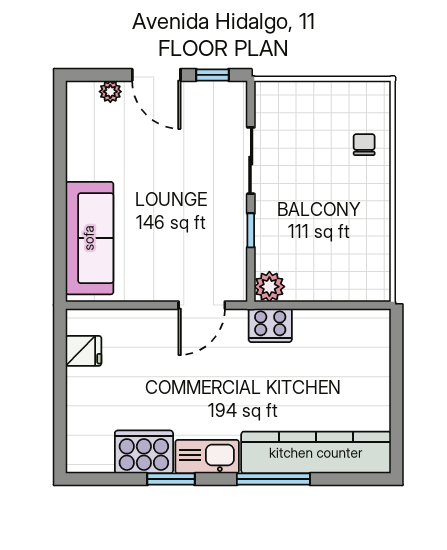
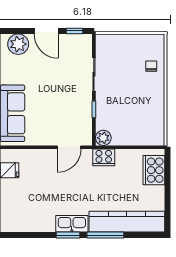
plant: (110, 92) -> (18, 44), width x1.88, depth x1.88
cooker: (144, 452) -> (154, 170), moved, turned -90
window: (171, 479) -> (68, 235), moved

